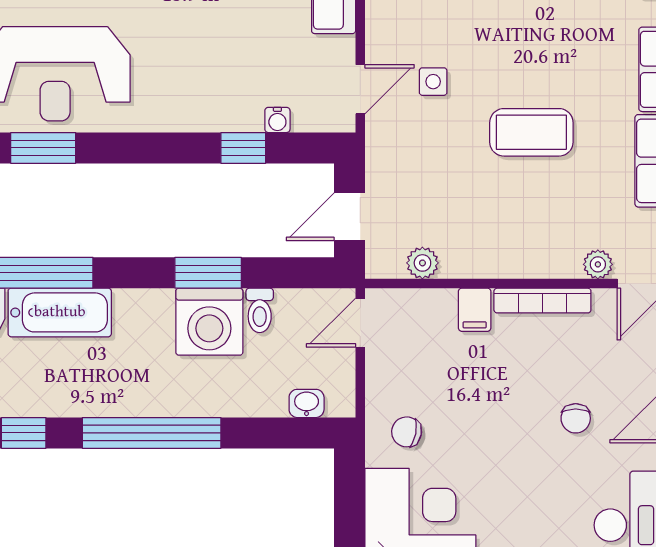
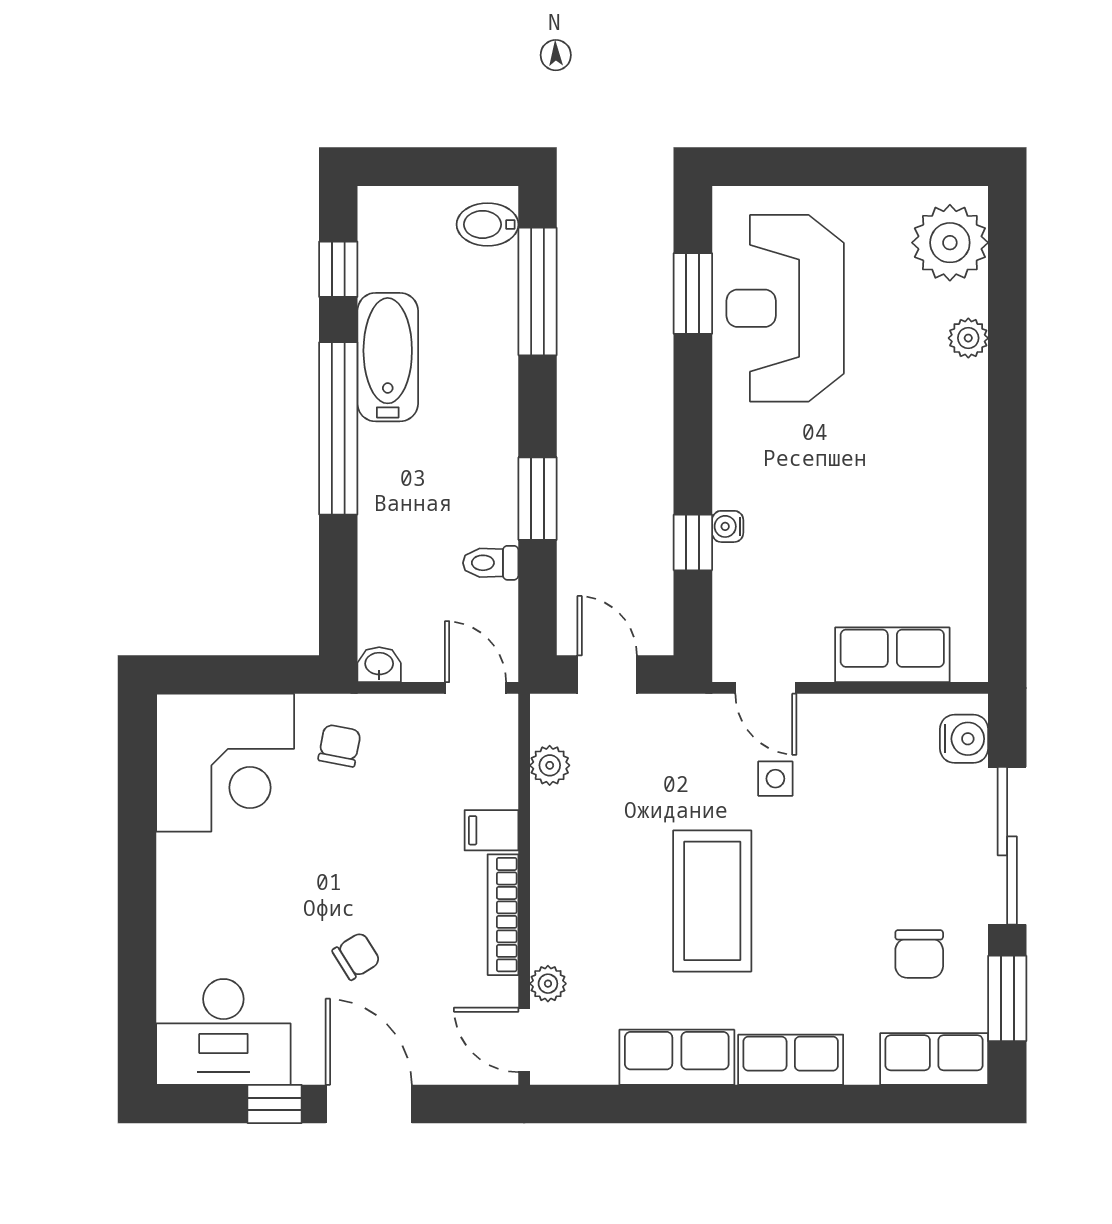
water cooler: (277, 120) -> (728, 526), moved
coffee table: (531, 132) -> (712, 901), width x1.36, depth x1.32
bathtub: (60, 312) -> (388, 357), moved, turned 180
washing machine: (209, 322) -> (477, 500), removed
washbasin: (307, 403) -> (379, 665), moved, turned -90
chair: (576, 418) -> (356, 956), turned 148

